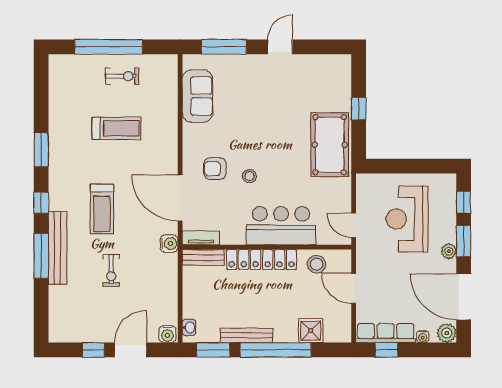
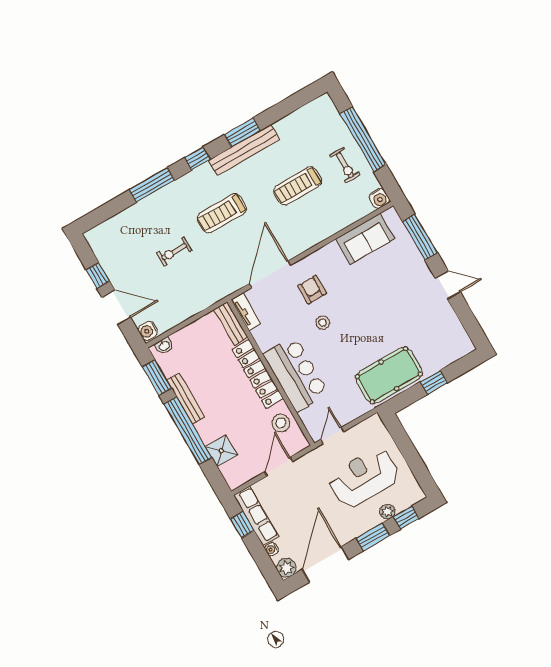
treadmill: (116, 128) -> (298, 186), turned 90
water cooler: (169, 244) -> (379, 198), moved
bench: (58, 248) -> (244, 150), moved
plant: (449, 251) -> (387, 512), moved

